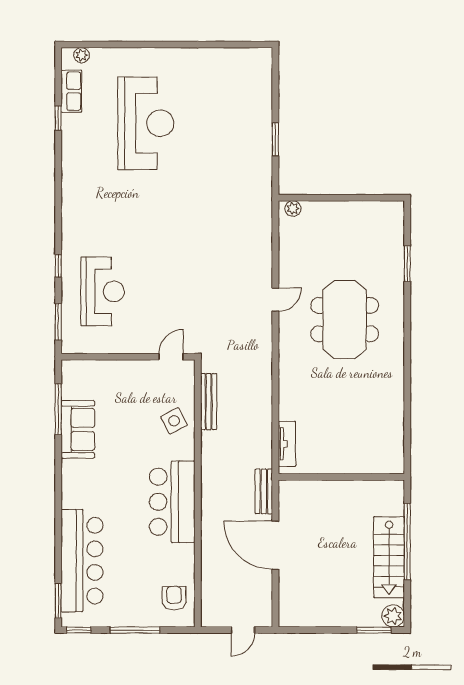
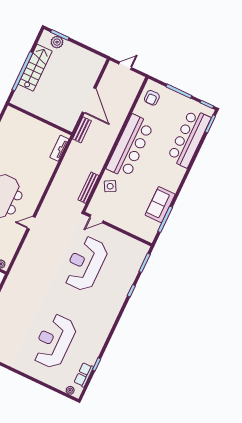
reception desk: (103, 291) -> (85, 264), moved, width x1.36, depth x1.30
bar counter: (172, 502) -> (130, 146), width x1.36
plant: (393, 616) -> (57, 42), moved

